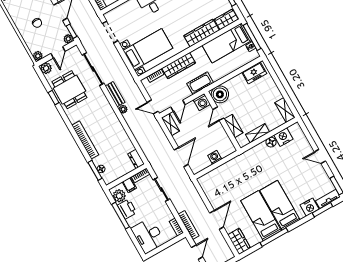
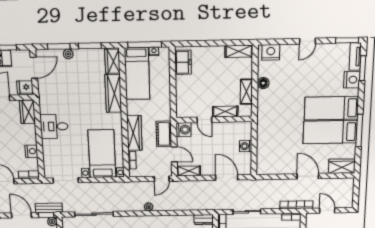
cot: (200, 83) -> (164, 134), moved
bench: (115, 94) -> (49, 208), moved
boiler: (220, 94) -> (186, 108), removed
nightstand: (283, 137) -> (271, 52), moved, turned 90

